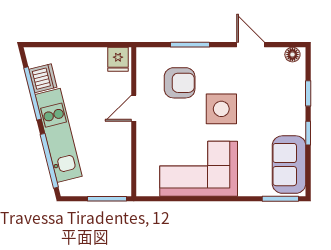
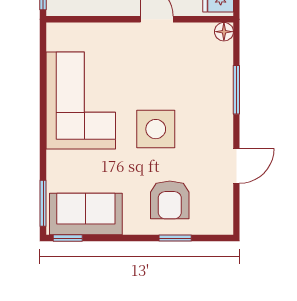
floor lamp: (292, 55) -> (224, 32), moved
armchair: (180, 83) -> (170, 200), moved
window: (308, 133) -> (68, 238), moved

